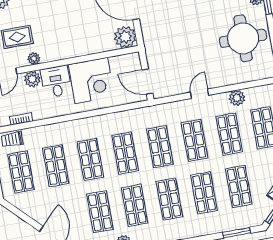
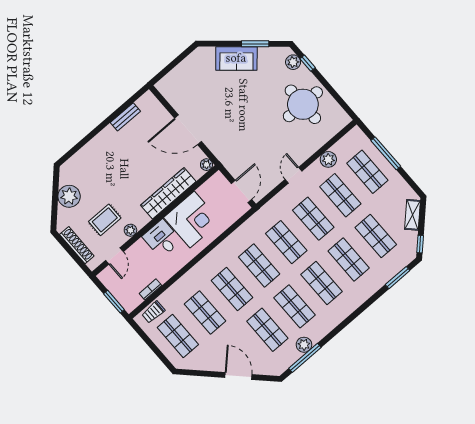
plant: (125, 37) -> (206, 165), width x0.53, depth x0.53
wardrobe: (84, 46) -> (168, 193), added
plant: (32, 79) -> (140, 249), removed
door: (147, 82) -> (242, 192), swing flipped

